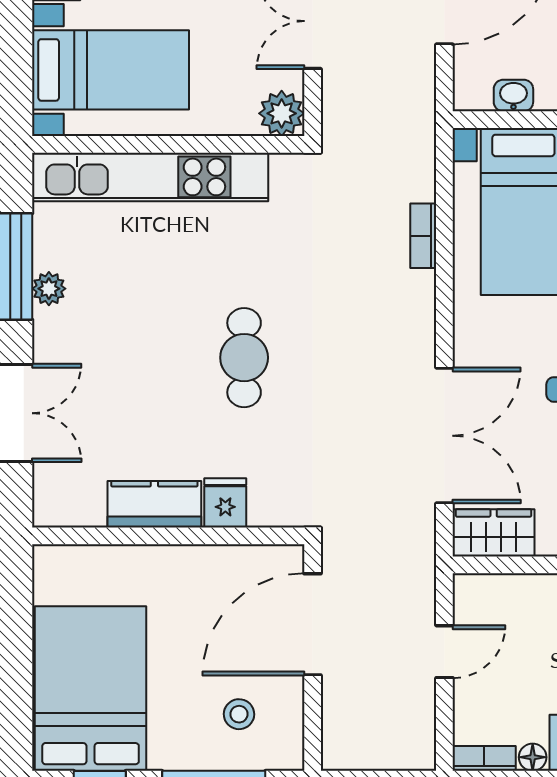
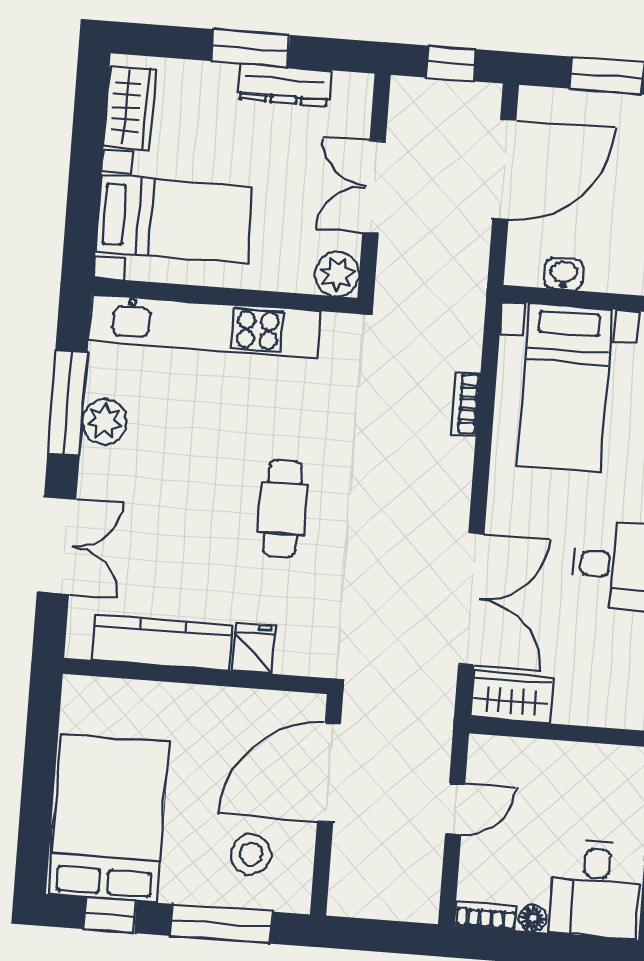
plant: (49, 289) -> (105, 421), width x1.38, depth x1.38
kitchen counter: (154, 504) -> (162, 643), width x1.50
stool: (239, 714) -> (251, 854), width x1.37, depth x1.37

